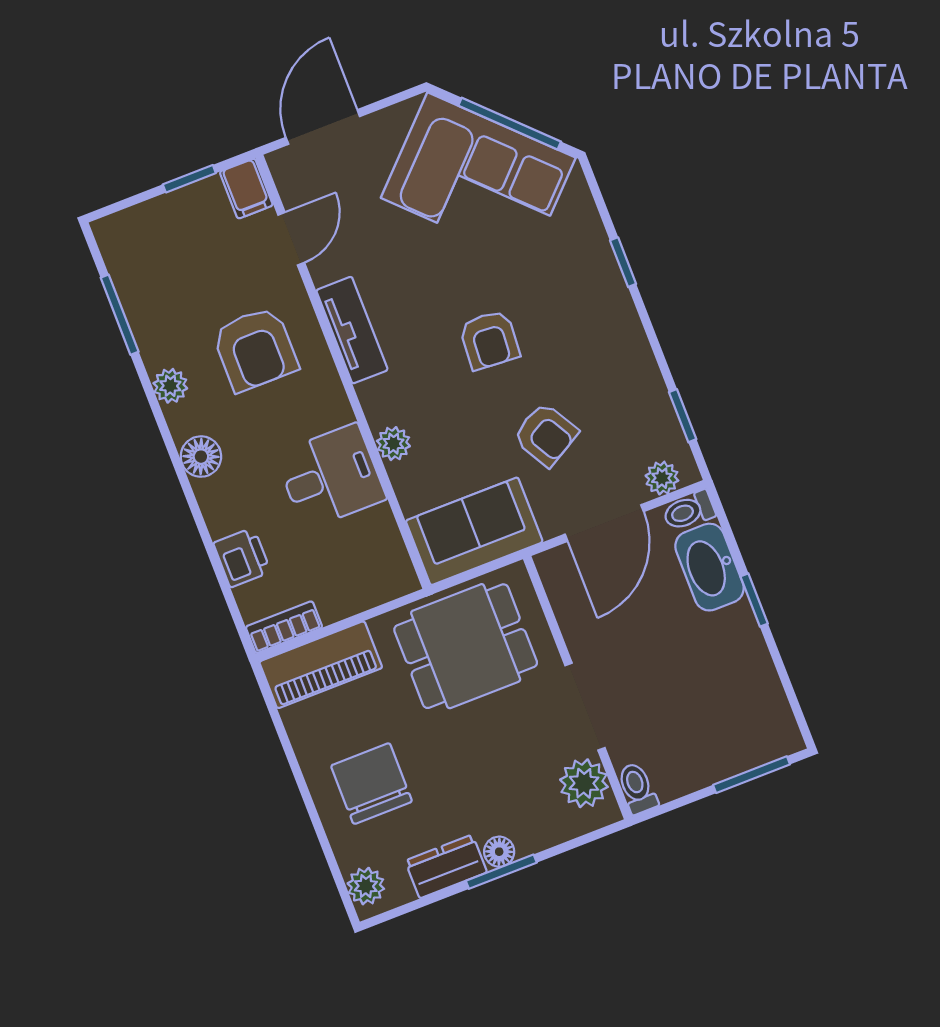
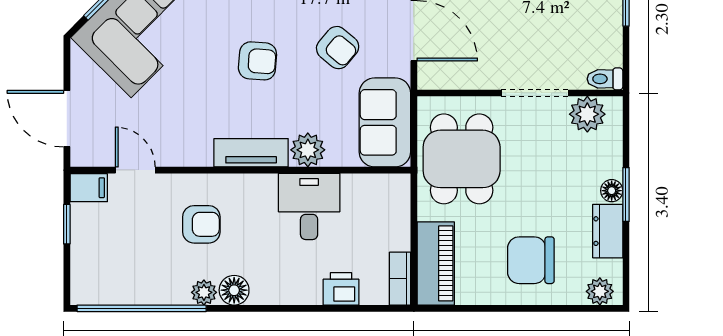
window: (120, 315) -> (142, 308), width x2.11
tv unit: (352, 330) -> (251, 153), moved
armchair: (255, 349) -> (201, 224), width x0.72, depth x0.72
armchair: (546, 435) -> (338, 48), turned 70
plant: (393, 444) -> (308, 150), width x1.38, depth x1.38
floor lamp: (201, 457) -> (234, 290), moved

